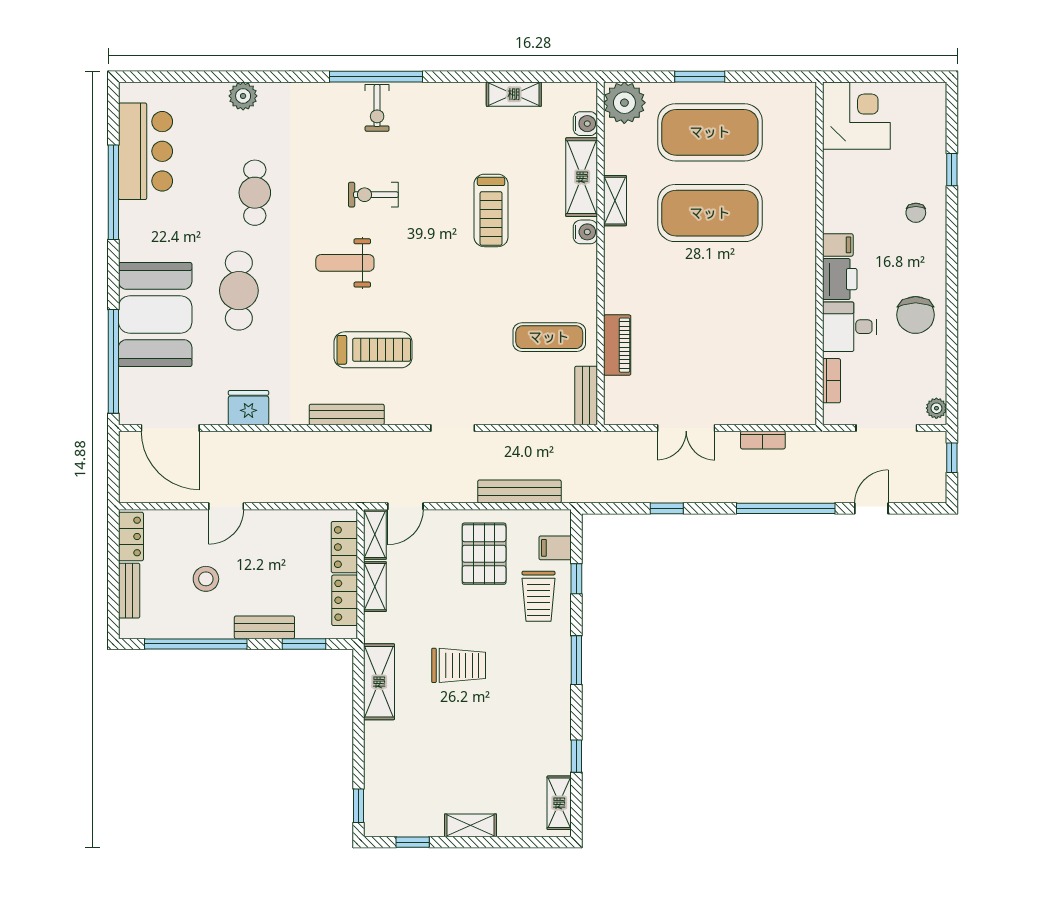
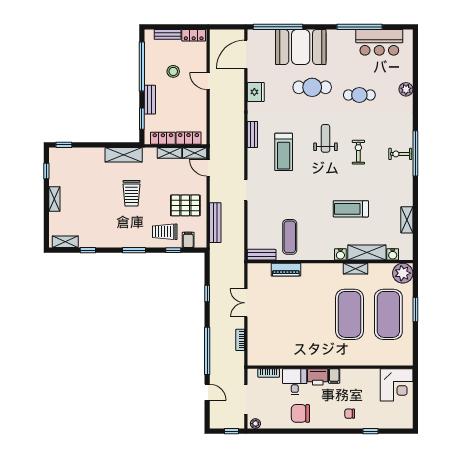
bench: (347, 415) -> (252, 134), width x0.73

